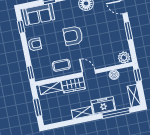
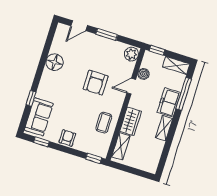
armchair: (73, 36) -> (96, 83), moved
door: (89, 73) -> (131, 86), moved
window: (38, 107) -> (133, 171), removed

